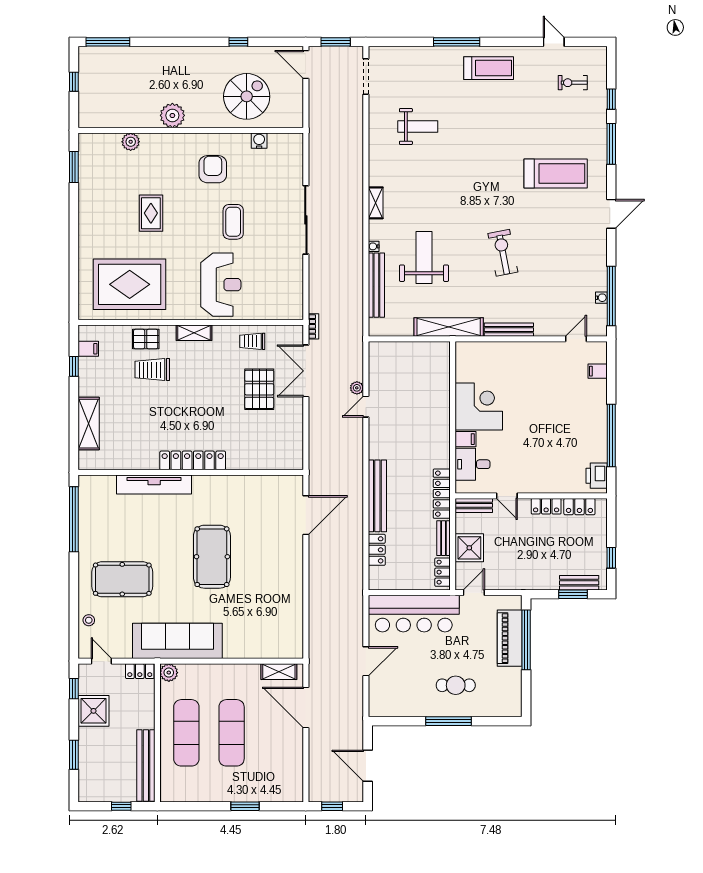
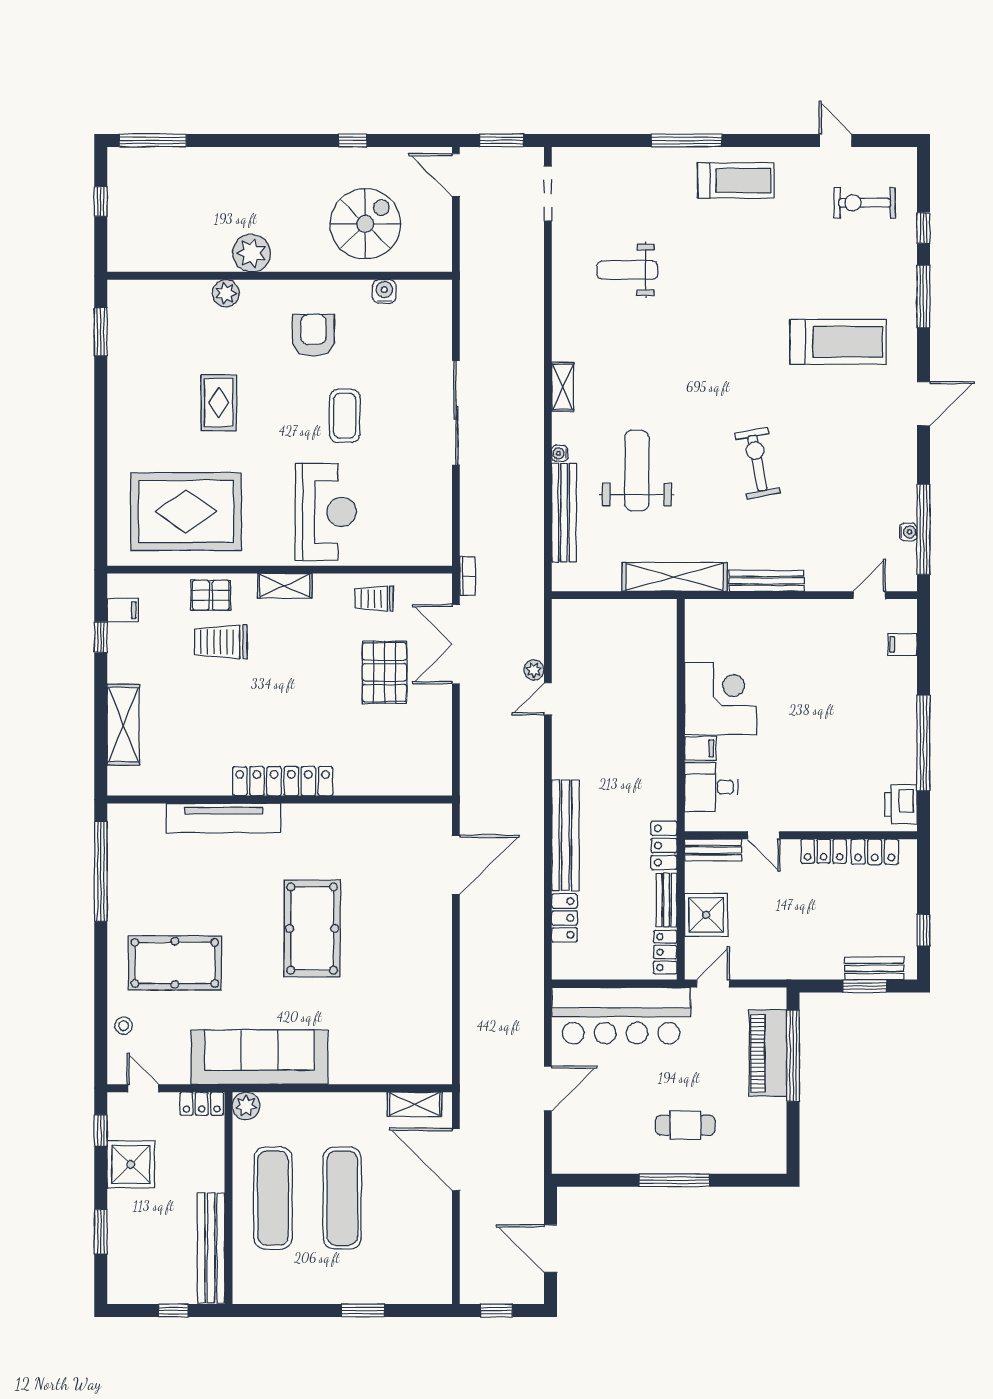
exercise bike: (573, 83) -> (865, 203), width x1.38, depth x1.39
weight bench: (418, 127) -> (627, 270), turned 180
plant: (131, 142) -> (226, 293), moved
locker: (442, 494) -> (664, 845), width x0.66

